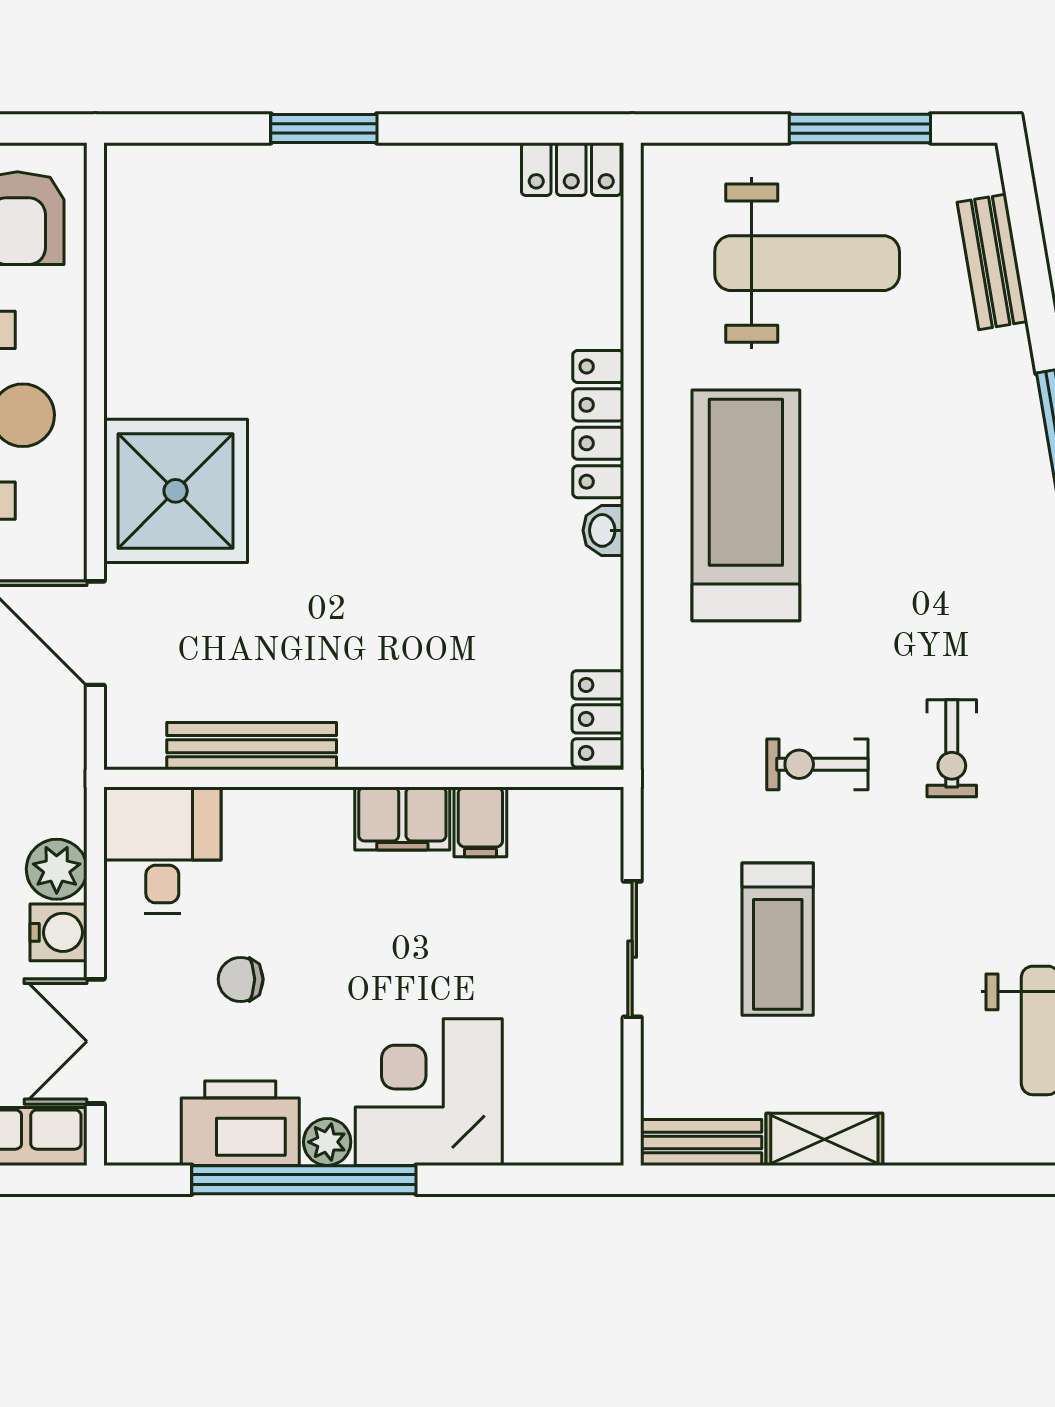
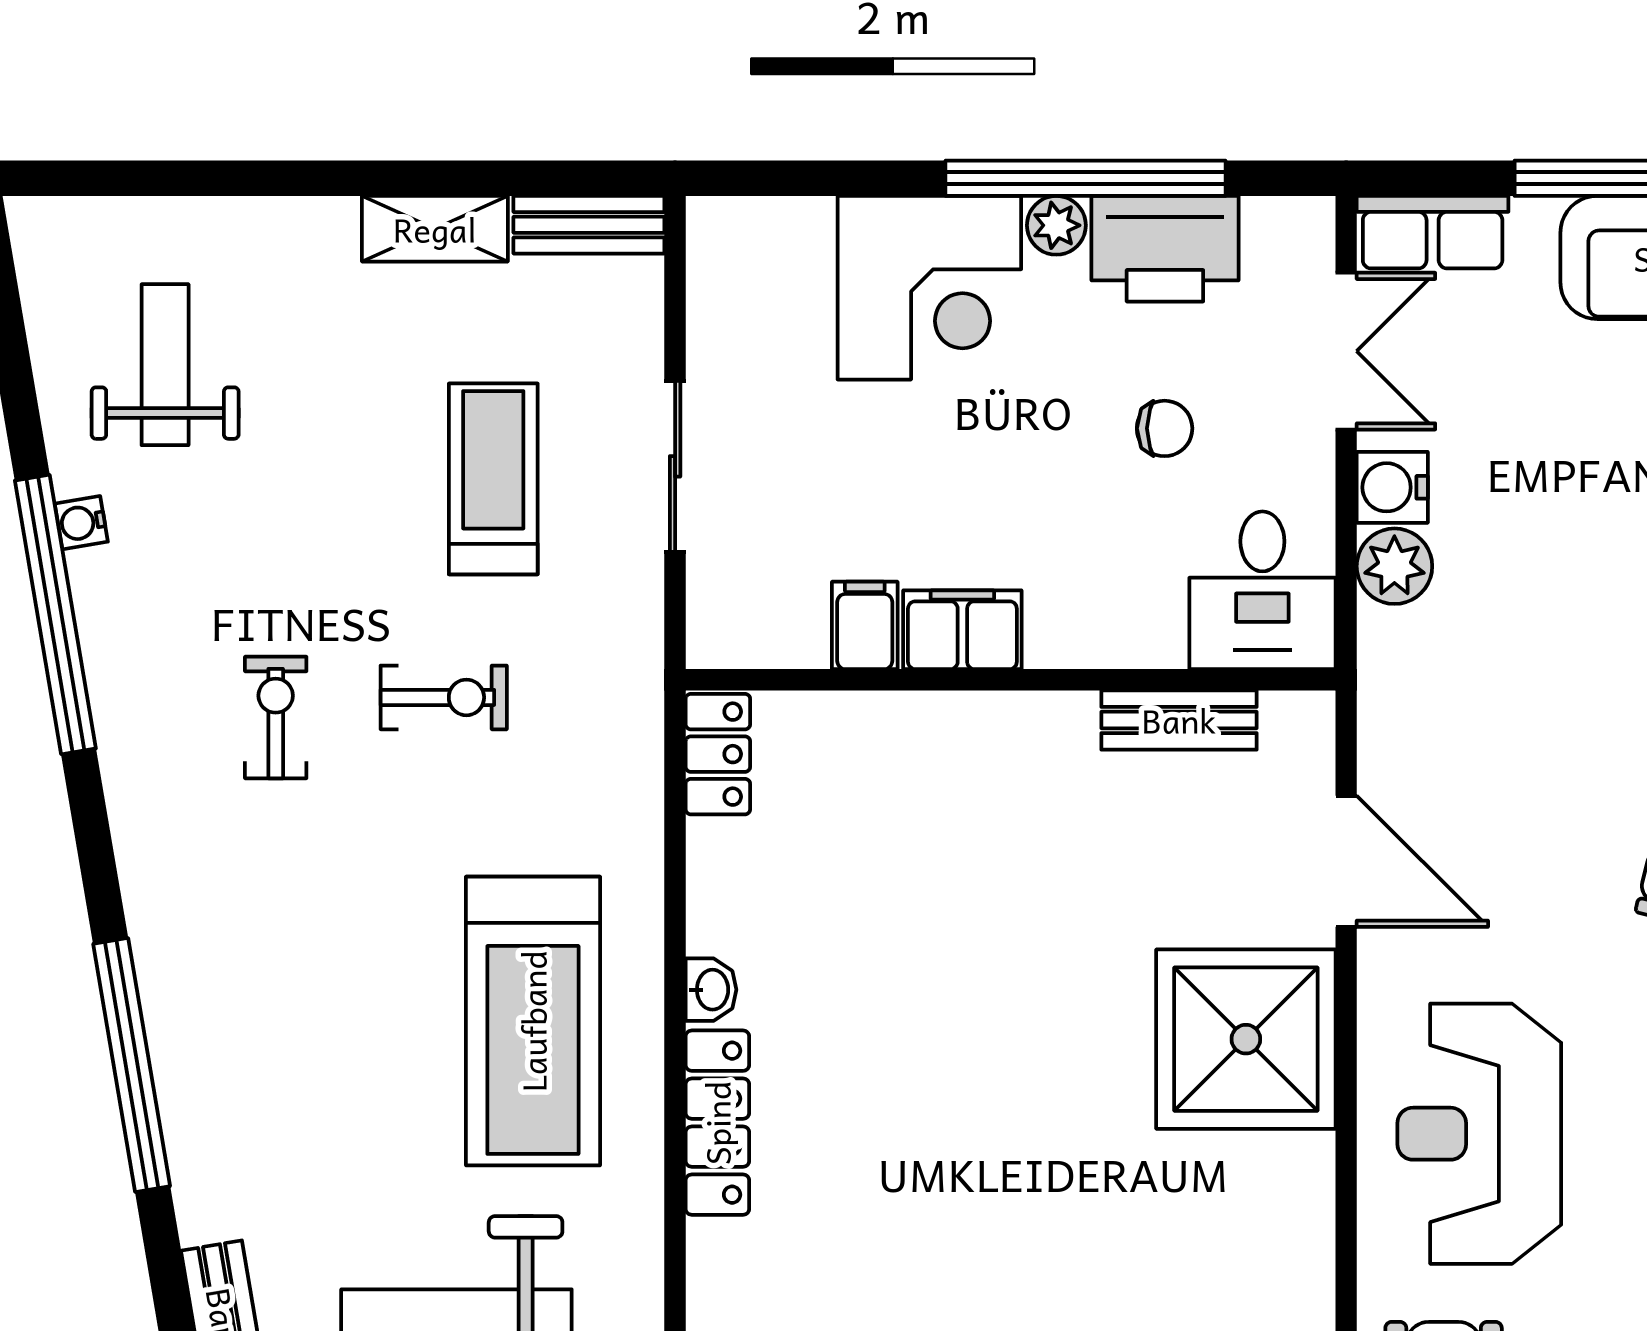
bench: (252, 746) -> (1179, 720), width x0.73

